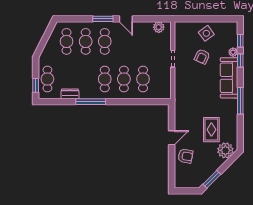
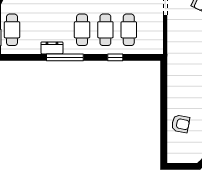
dresser: (70, 94) -> (52, 48), moved
window: (132, 102) -> (115, 57), added
door: (172, 138) -> (164, 101), removed

